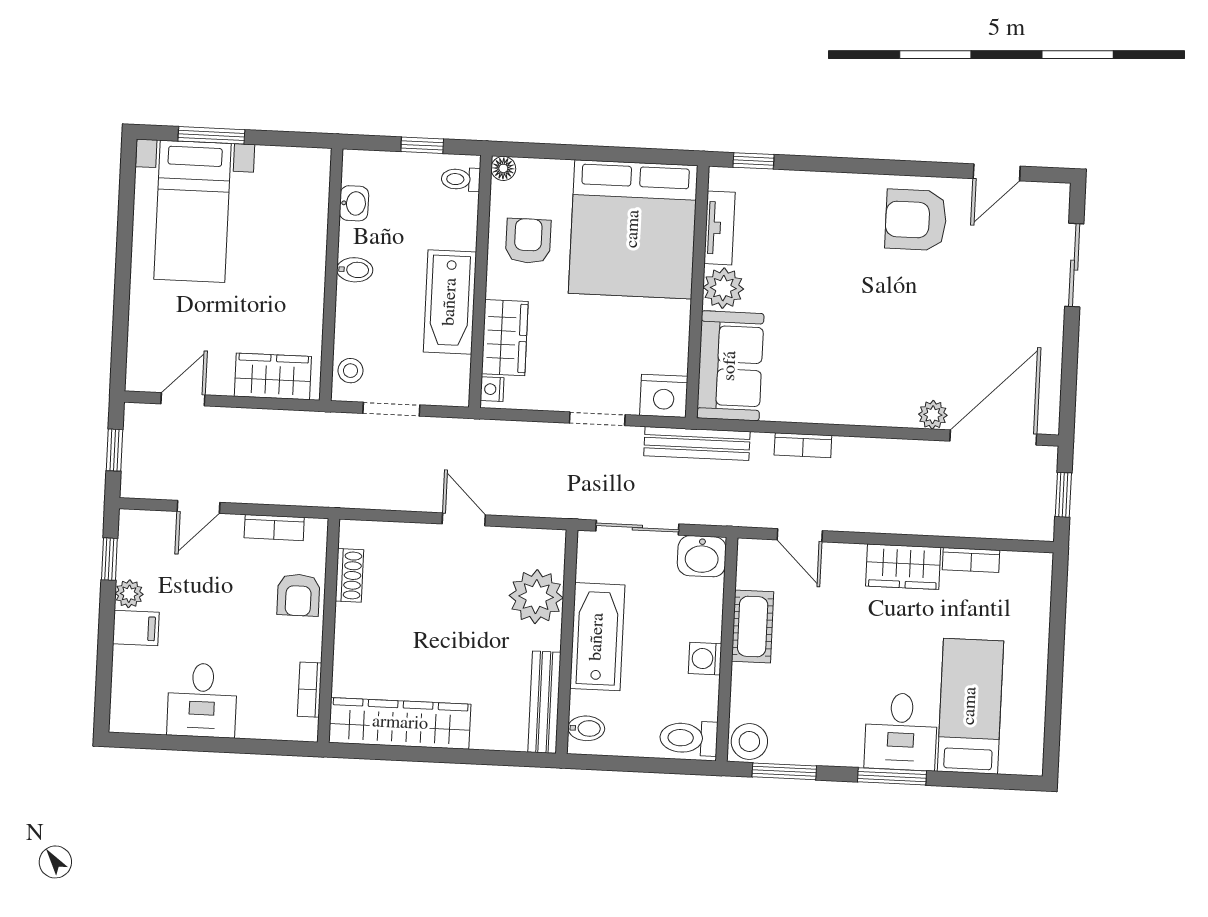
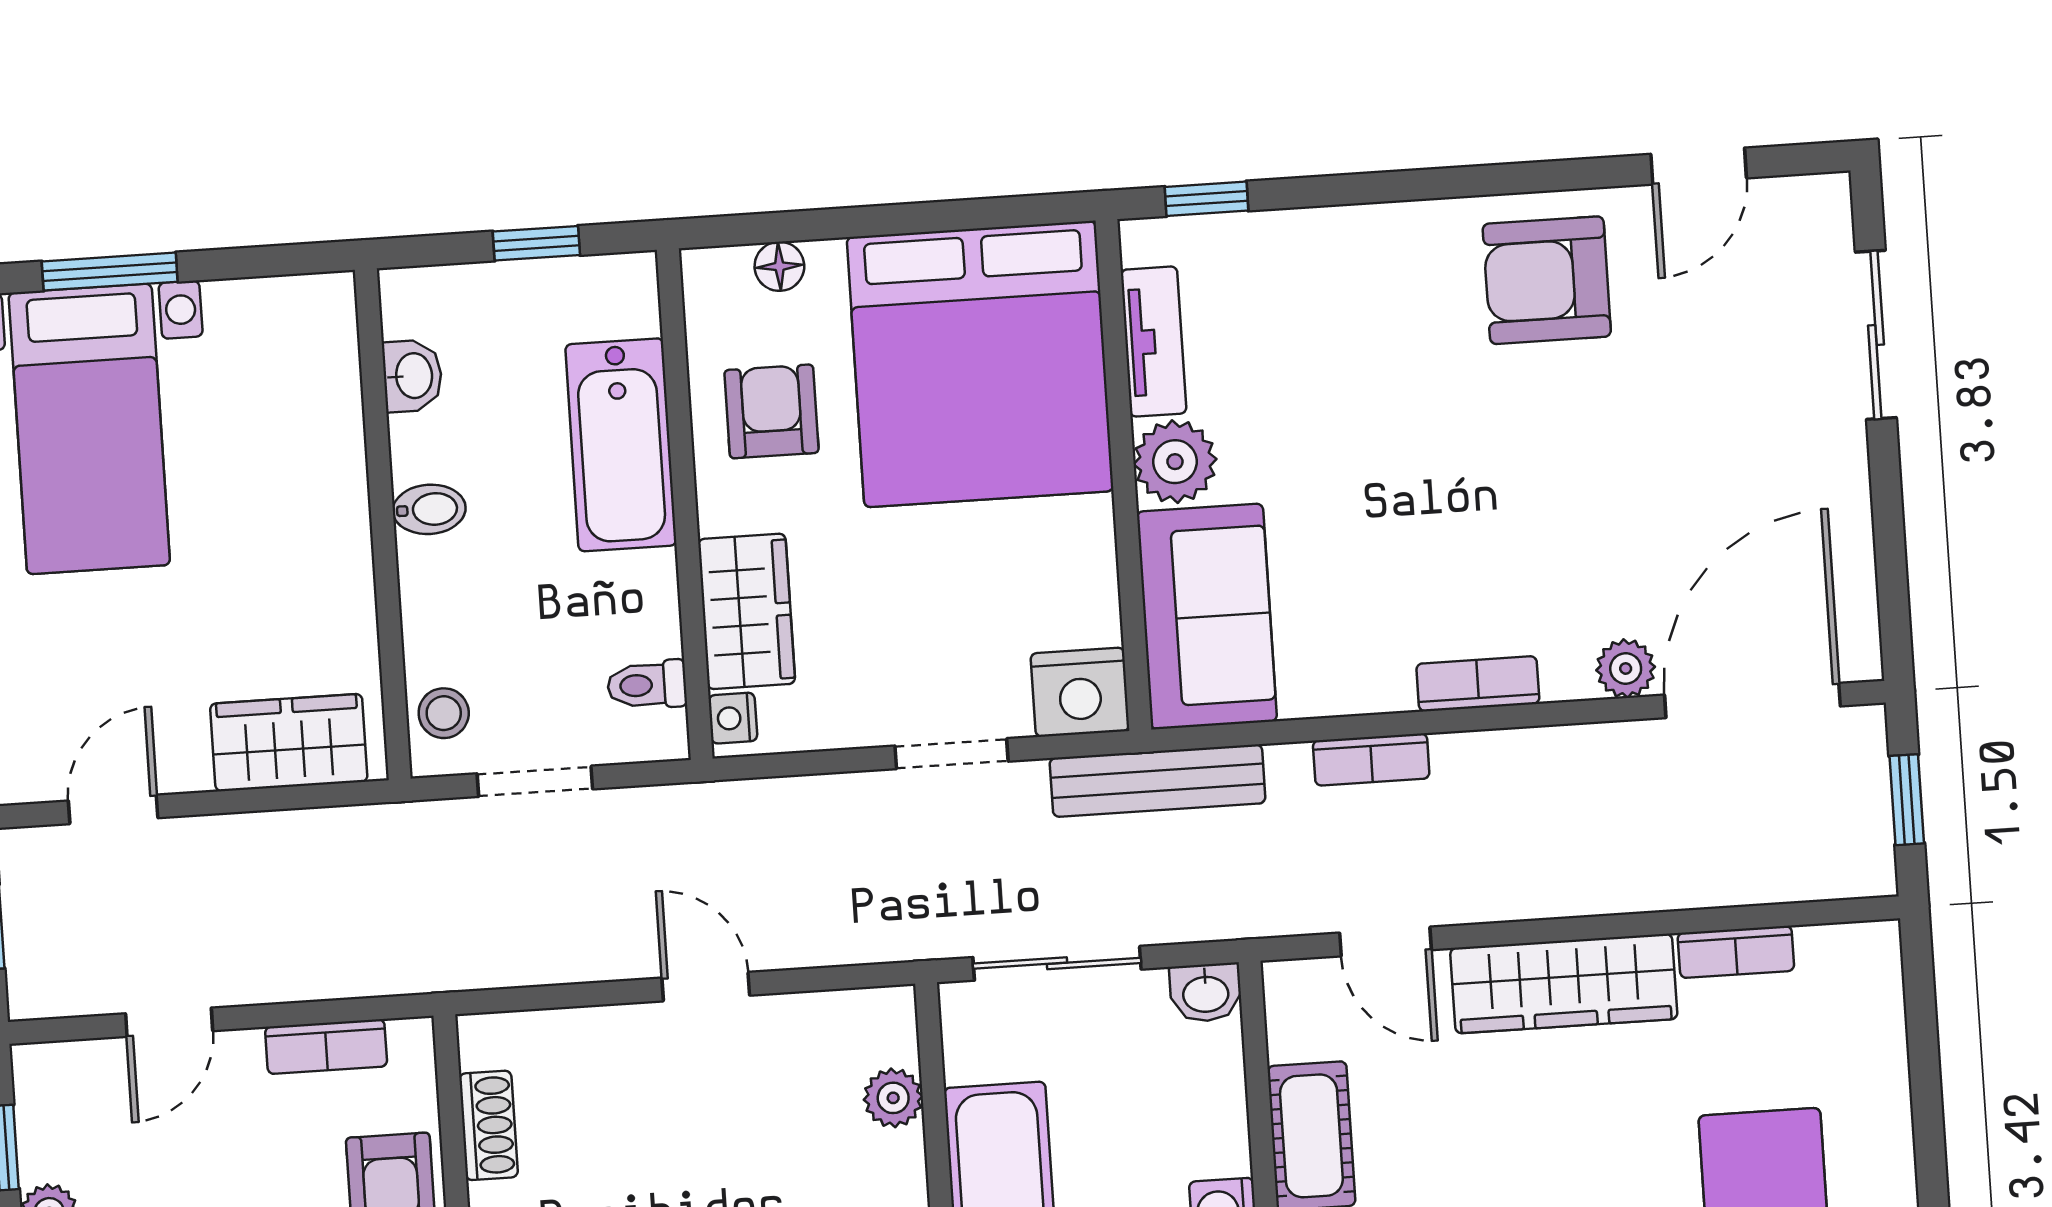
floor lamp: (503, 168) -> (779, 266), moved
toilet: (461, 179) -> (647, 685), moved
bathtub: (450, 302) -> (621, 445), moved
bookcase: (859, 414) -> (1478, 684), added
washbasin: (702, 556) -> (1206, 993), width x0.72, depth x0.69
wardrobe: (903, 567) -> (1564, 984), width x1.50
plant: (536, 597) -> (893, 1098), width x0.53, depth x0.53

